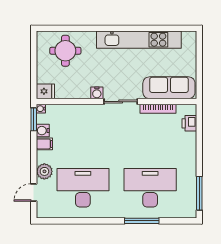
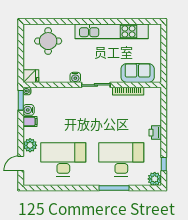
sofa: (169, 88) -> (138, 73), width x0.73
printer: (189, 123) -> (155, 133), moved
window: (199, 193) -> (164, 164), width x0.46
plant: (189, 210) -> (155, 179), added

